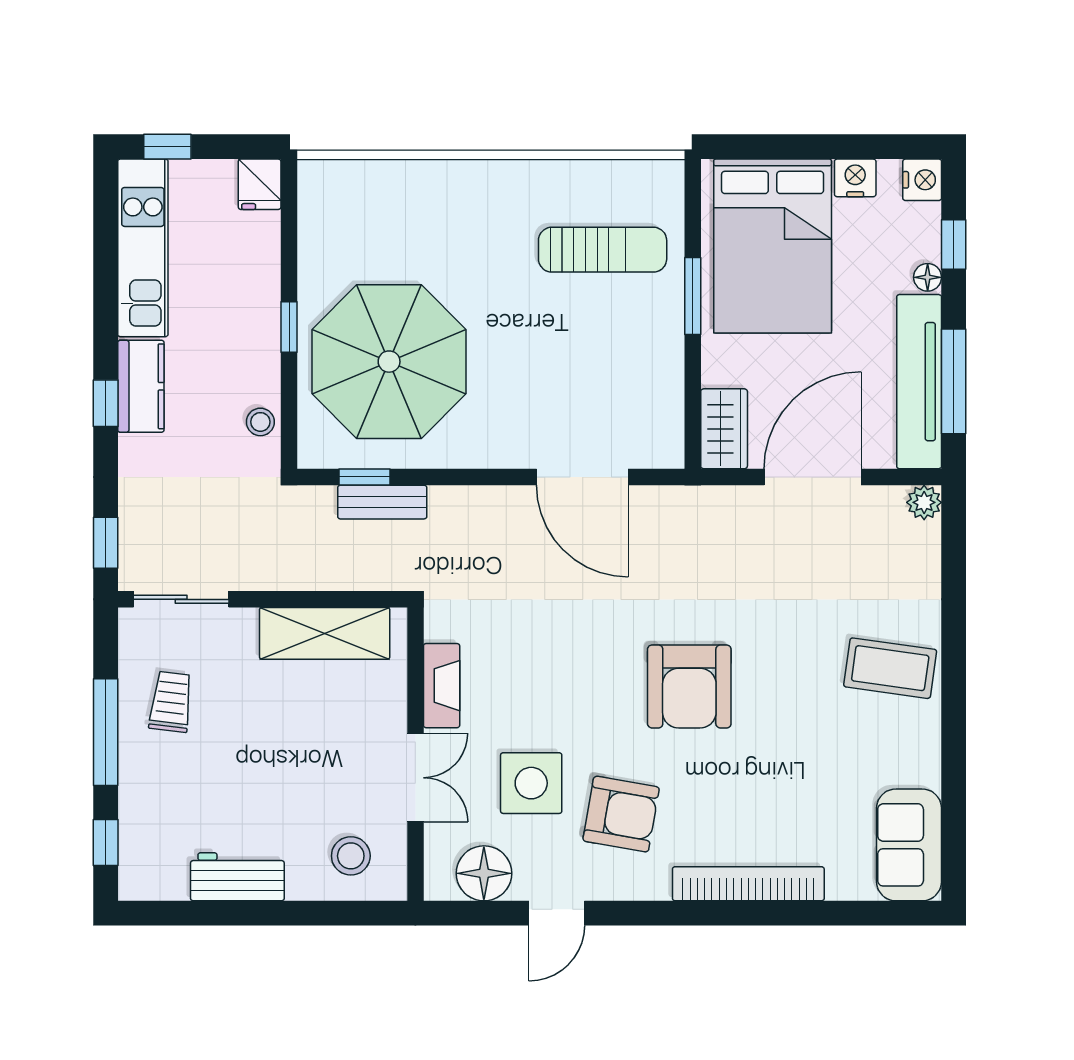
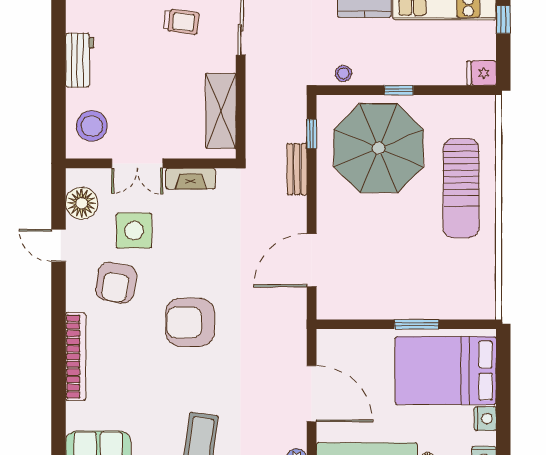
sun lounger: (603, 250) -> (461, 188), moved, width x1.36, depth x1.34
wardrobe: (724, 429) -> (340, 342), removed
bench: (382, 502) -> (297, 169), moved
stool: (351, 856) -> (92, 126), width x1.38, depth x1.38

